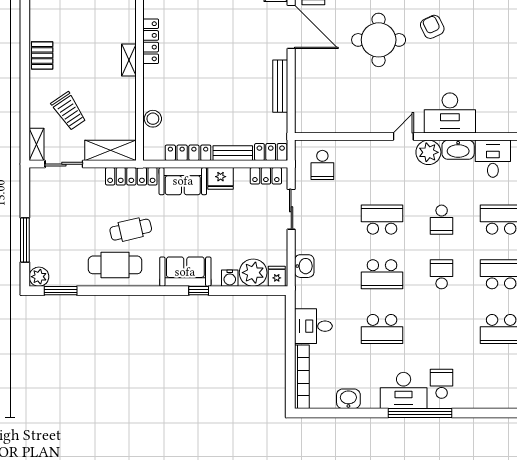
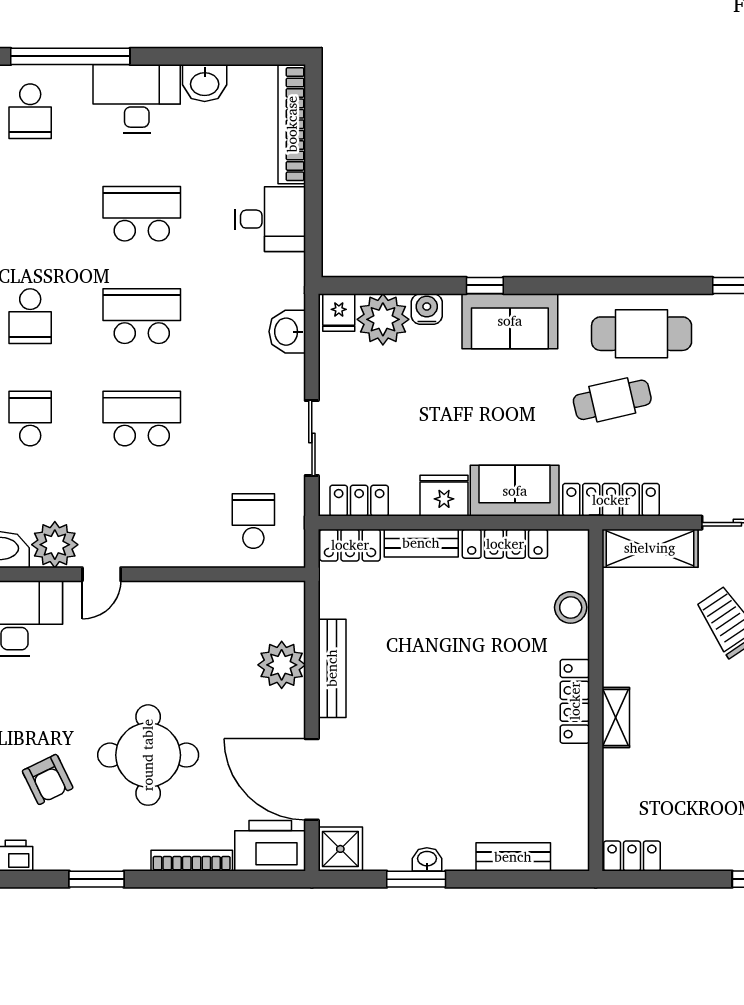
locker: (151, 41) -> (575, 701), moved
plant: (307, 88) -> (282, 665), added
school desk: (382, 220) -> (142, 419), turned 180
desk: (404, 390) -> (137, 99), moved

